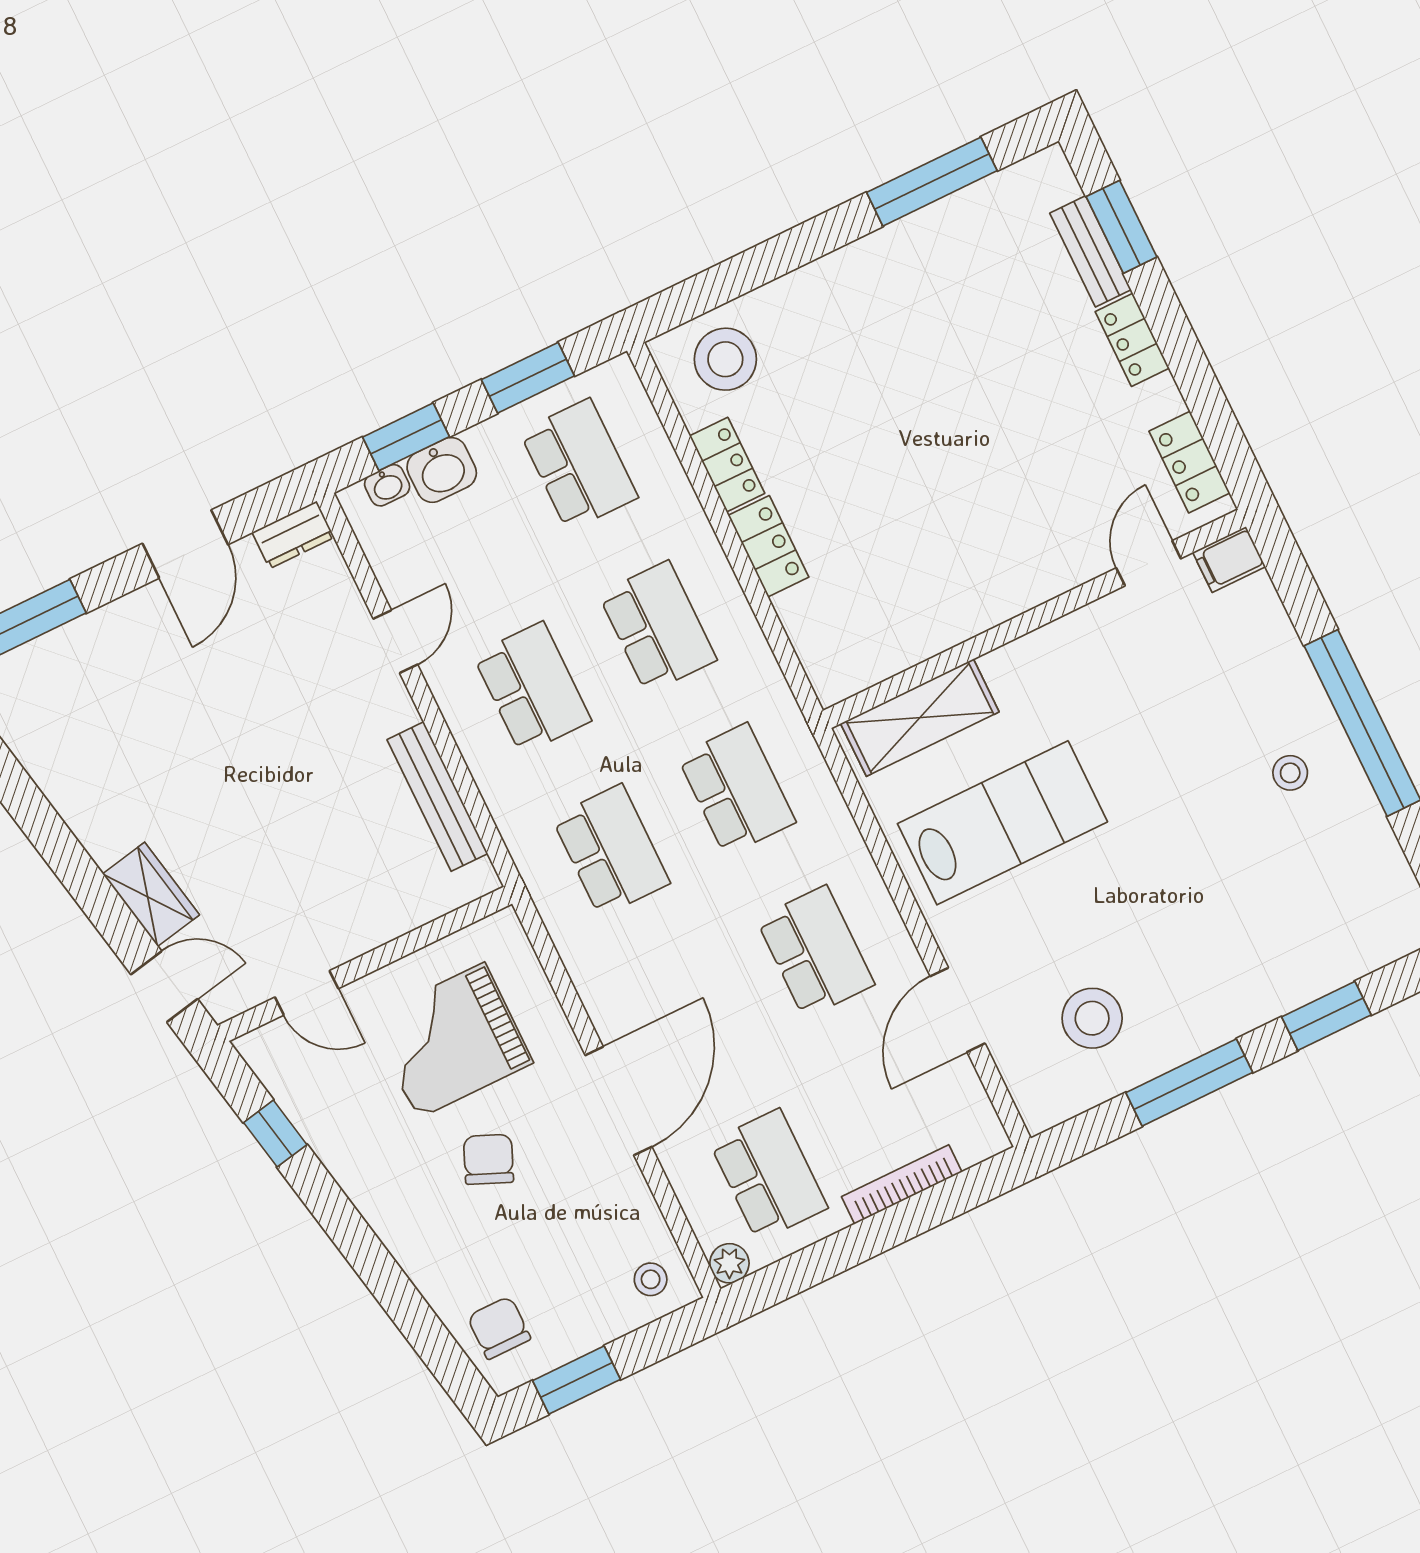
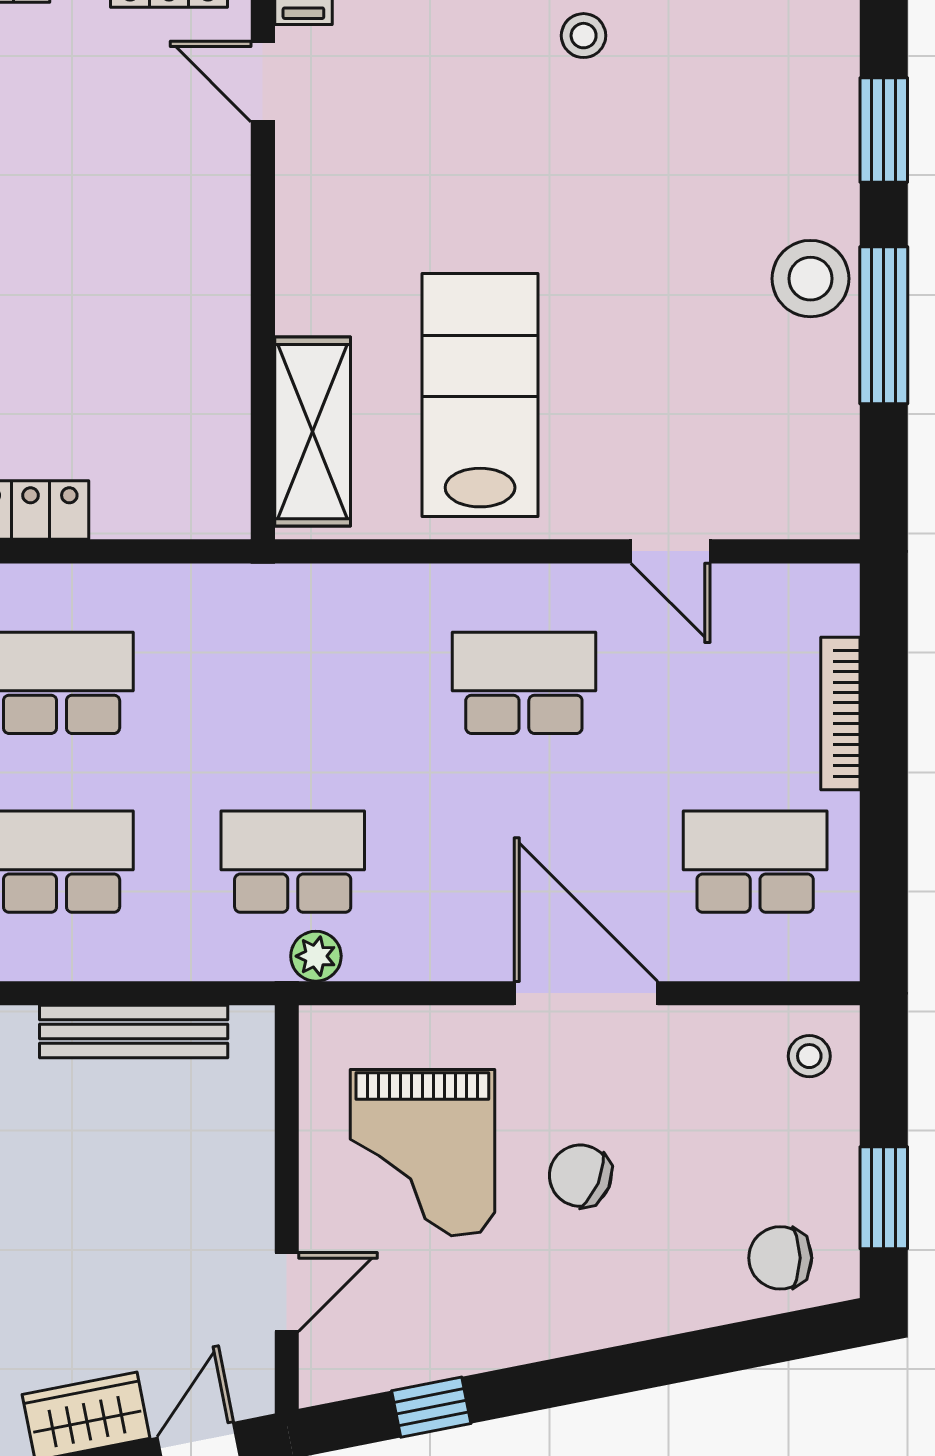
school desk: (736, 789) -> (293, 683), removed
door: (958, 1010) -> (671, 551), width x0.73
stool: (1092, 1018) -> (810, 279), moved
plant: (729, 1263) -> (316, 956), moved

